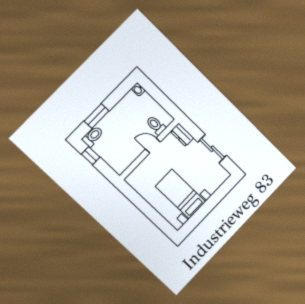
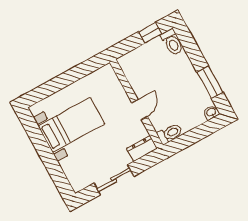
window: (97, 116) -> (210, 82), moved
toilet: (156, 125) -> (170, 134), moved

